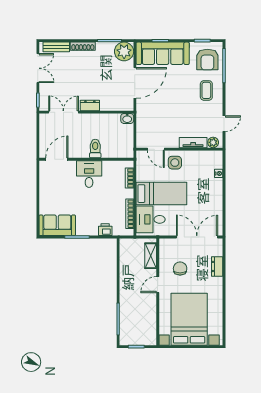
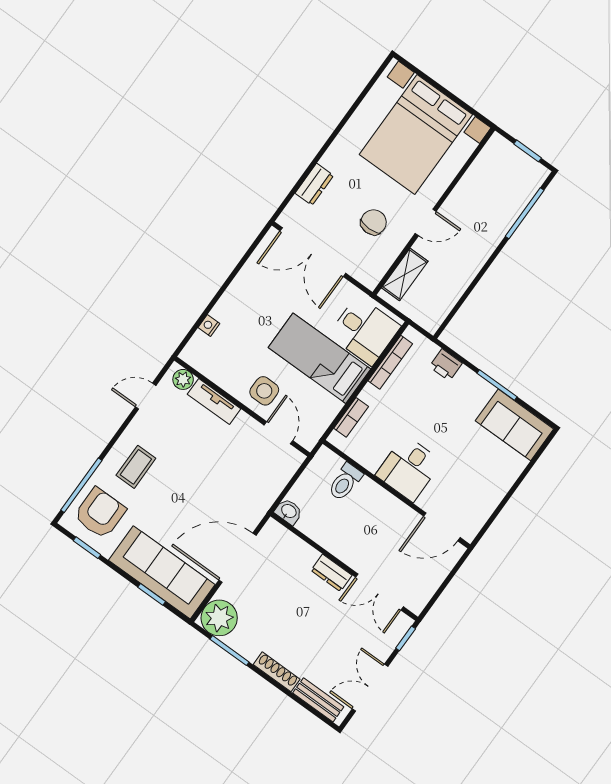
toilet: (95, 149) -> (345, 482), moved
chair: (180, 269) -> (374, 222), turned 180

